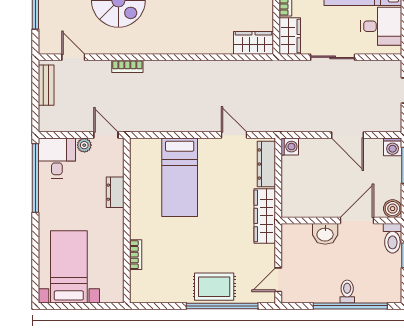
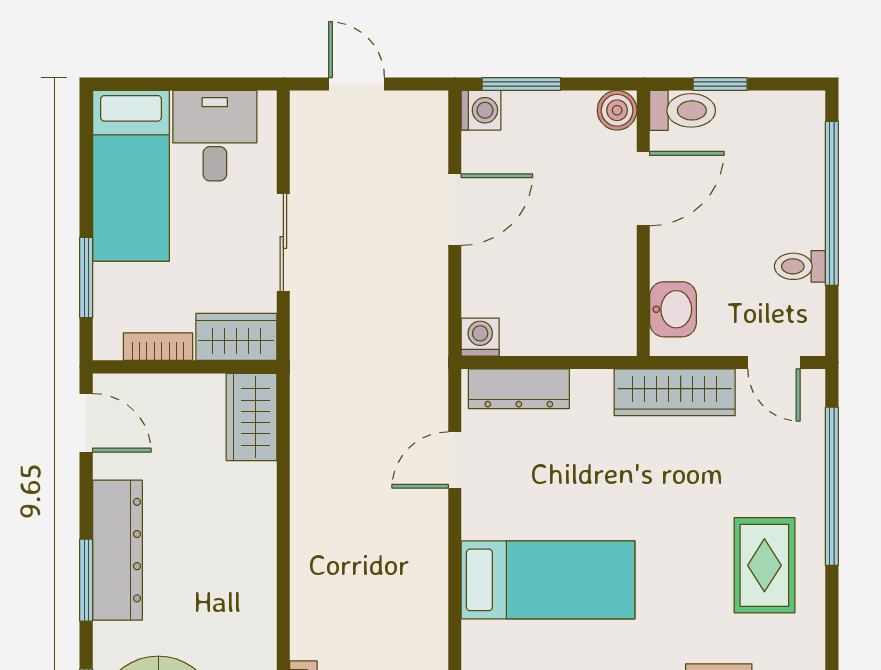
wardrobe: (265, 216) -> (675, 392), moved
door: (357, 220) -> (643, 189), swing flipped
washbasin: (325, 234) -> (673, 309), moved
rug: (214, 287) -> (764, 565), moved
toilet: (347, 291) -> (800, 266), moved

